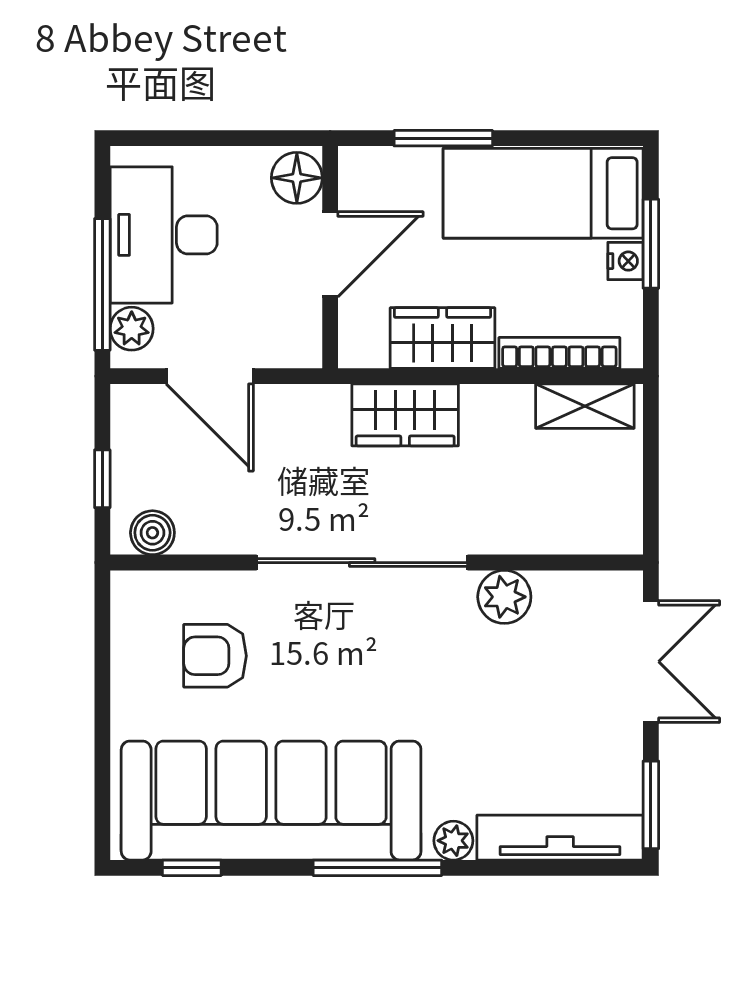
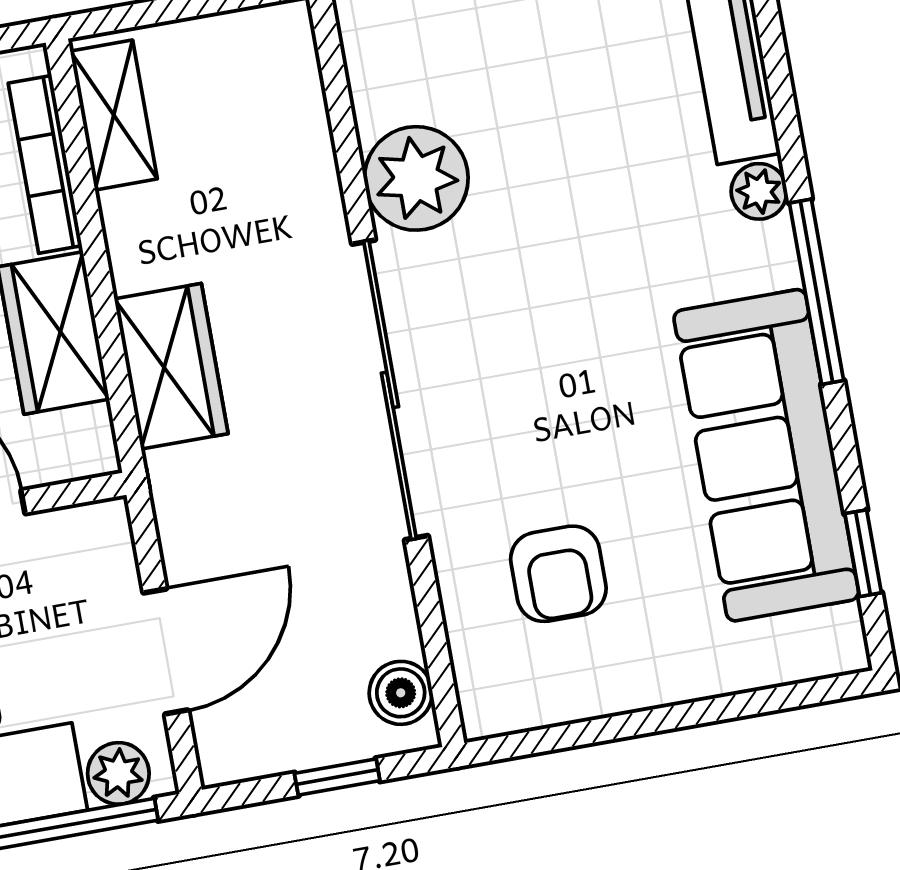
plant: (504, 597) -> (416, 178), width x1.36, depth x1.36
sofa: (271, 801) -> (766, 455), width x0.74, depth x0.79

